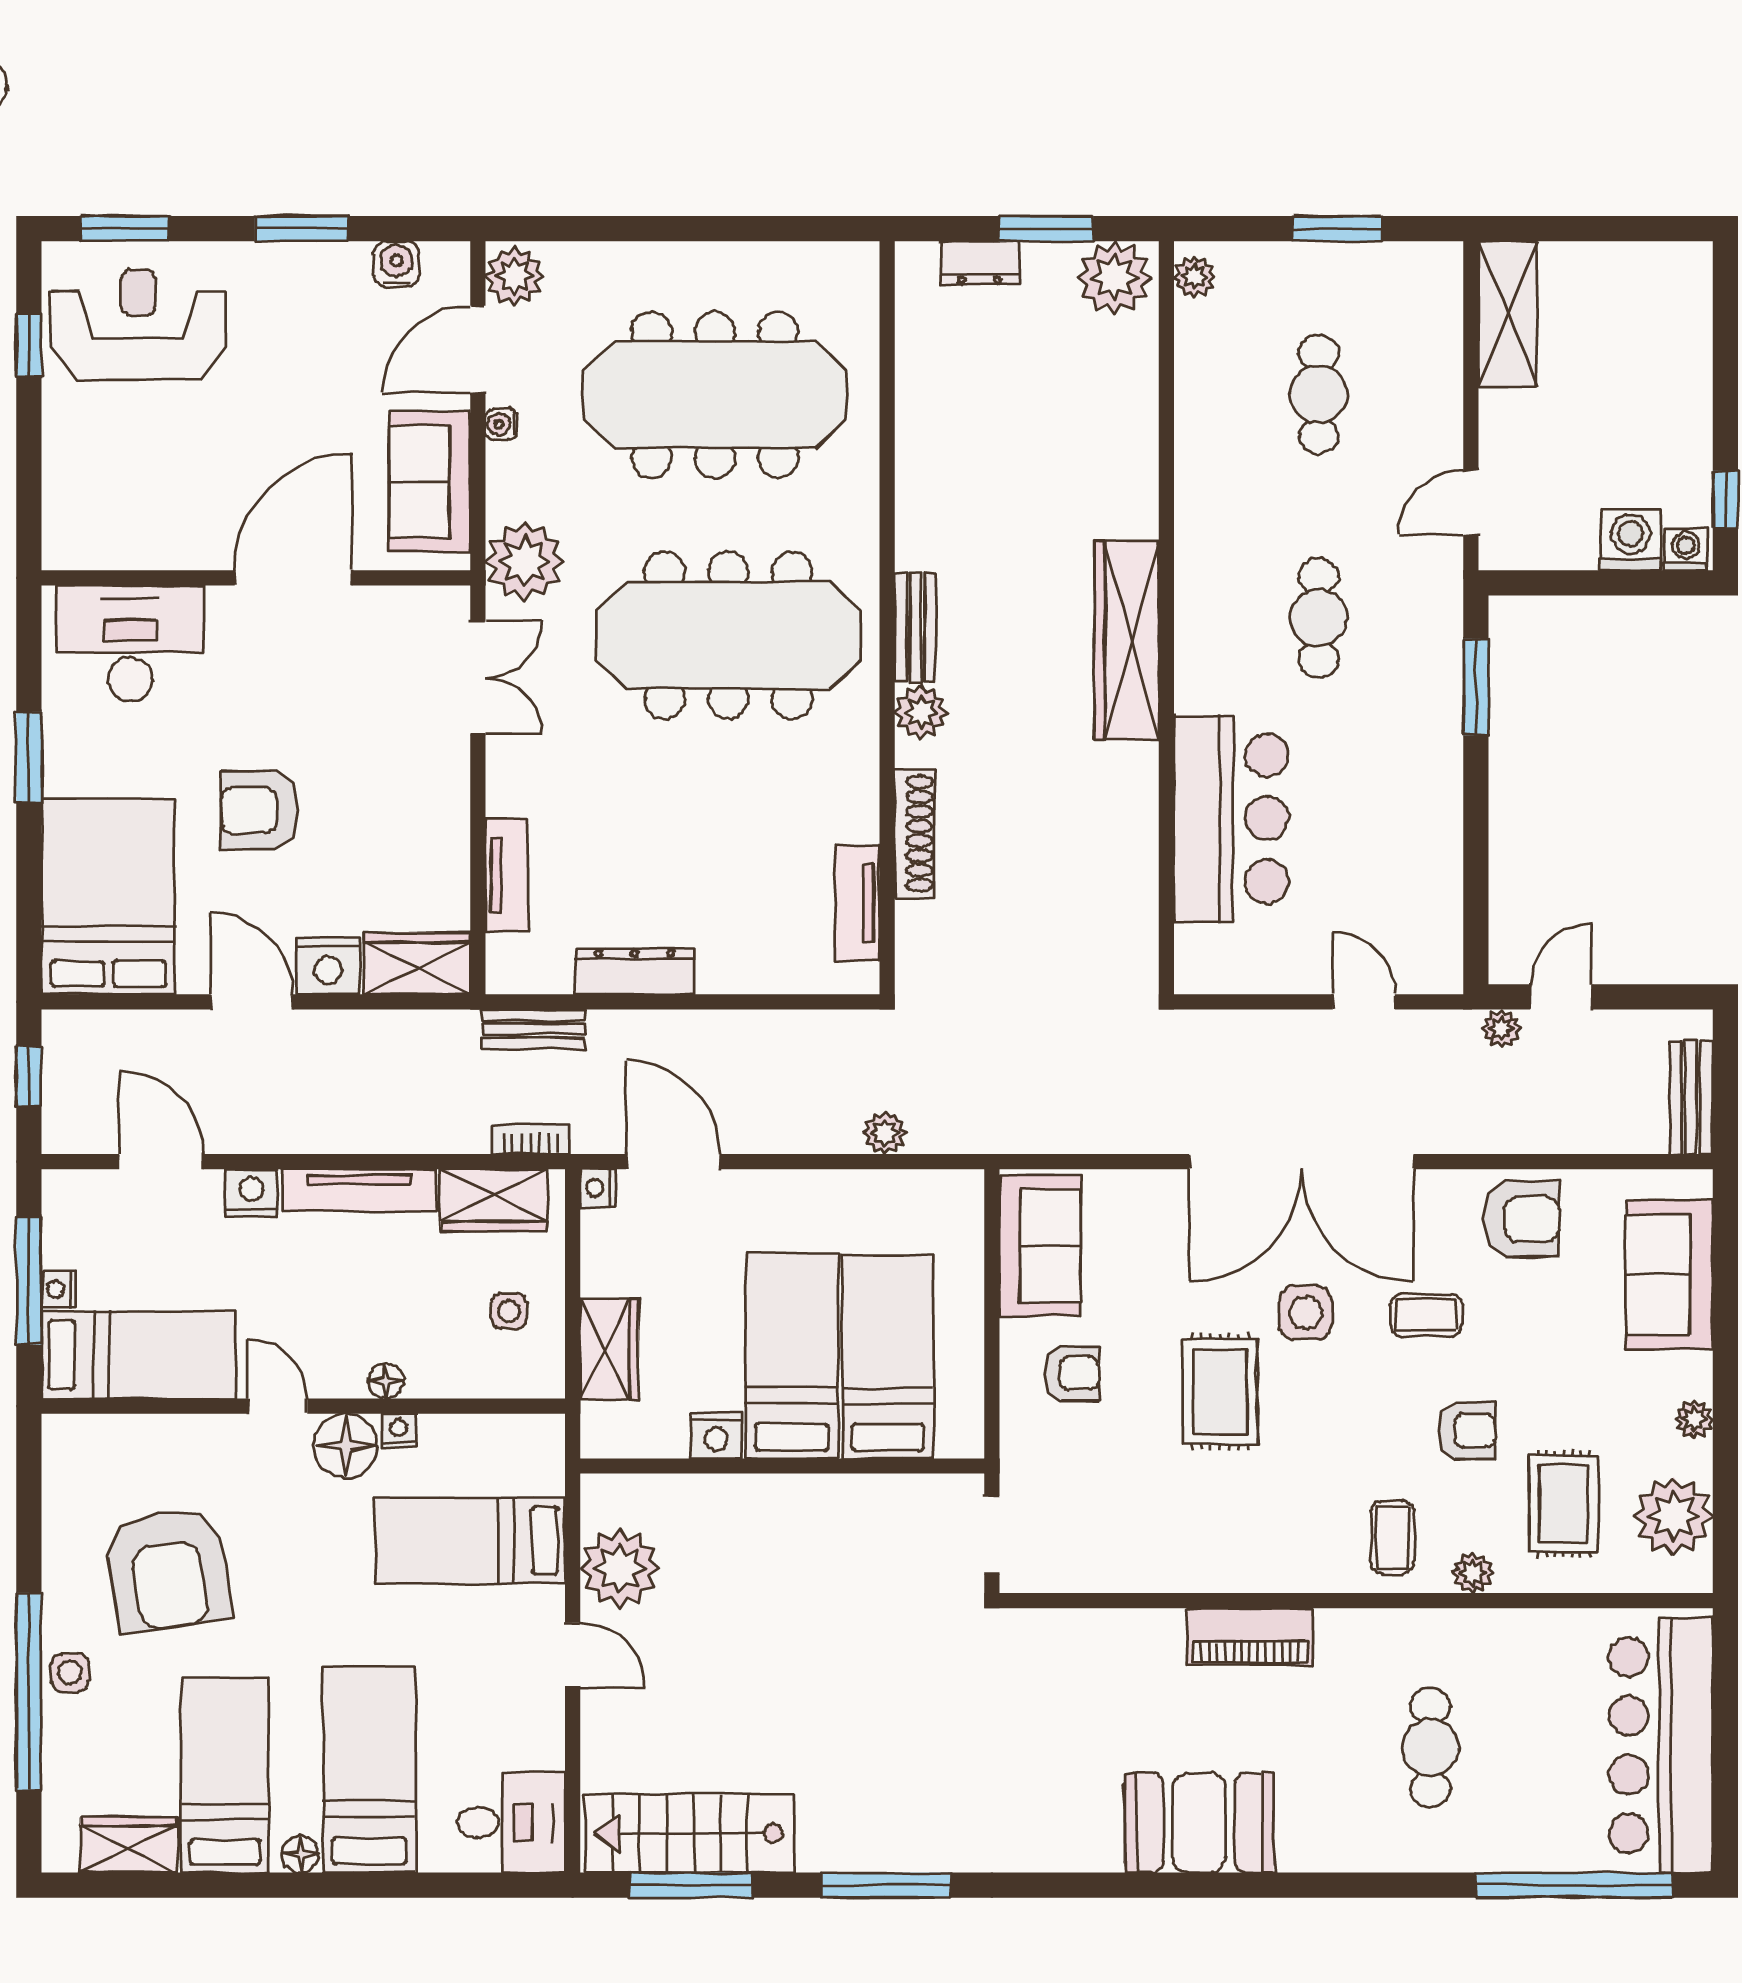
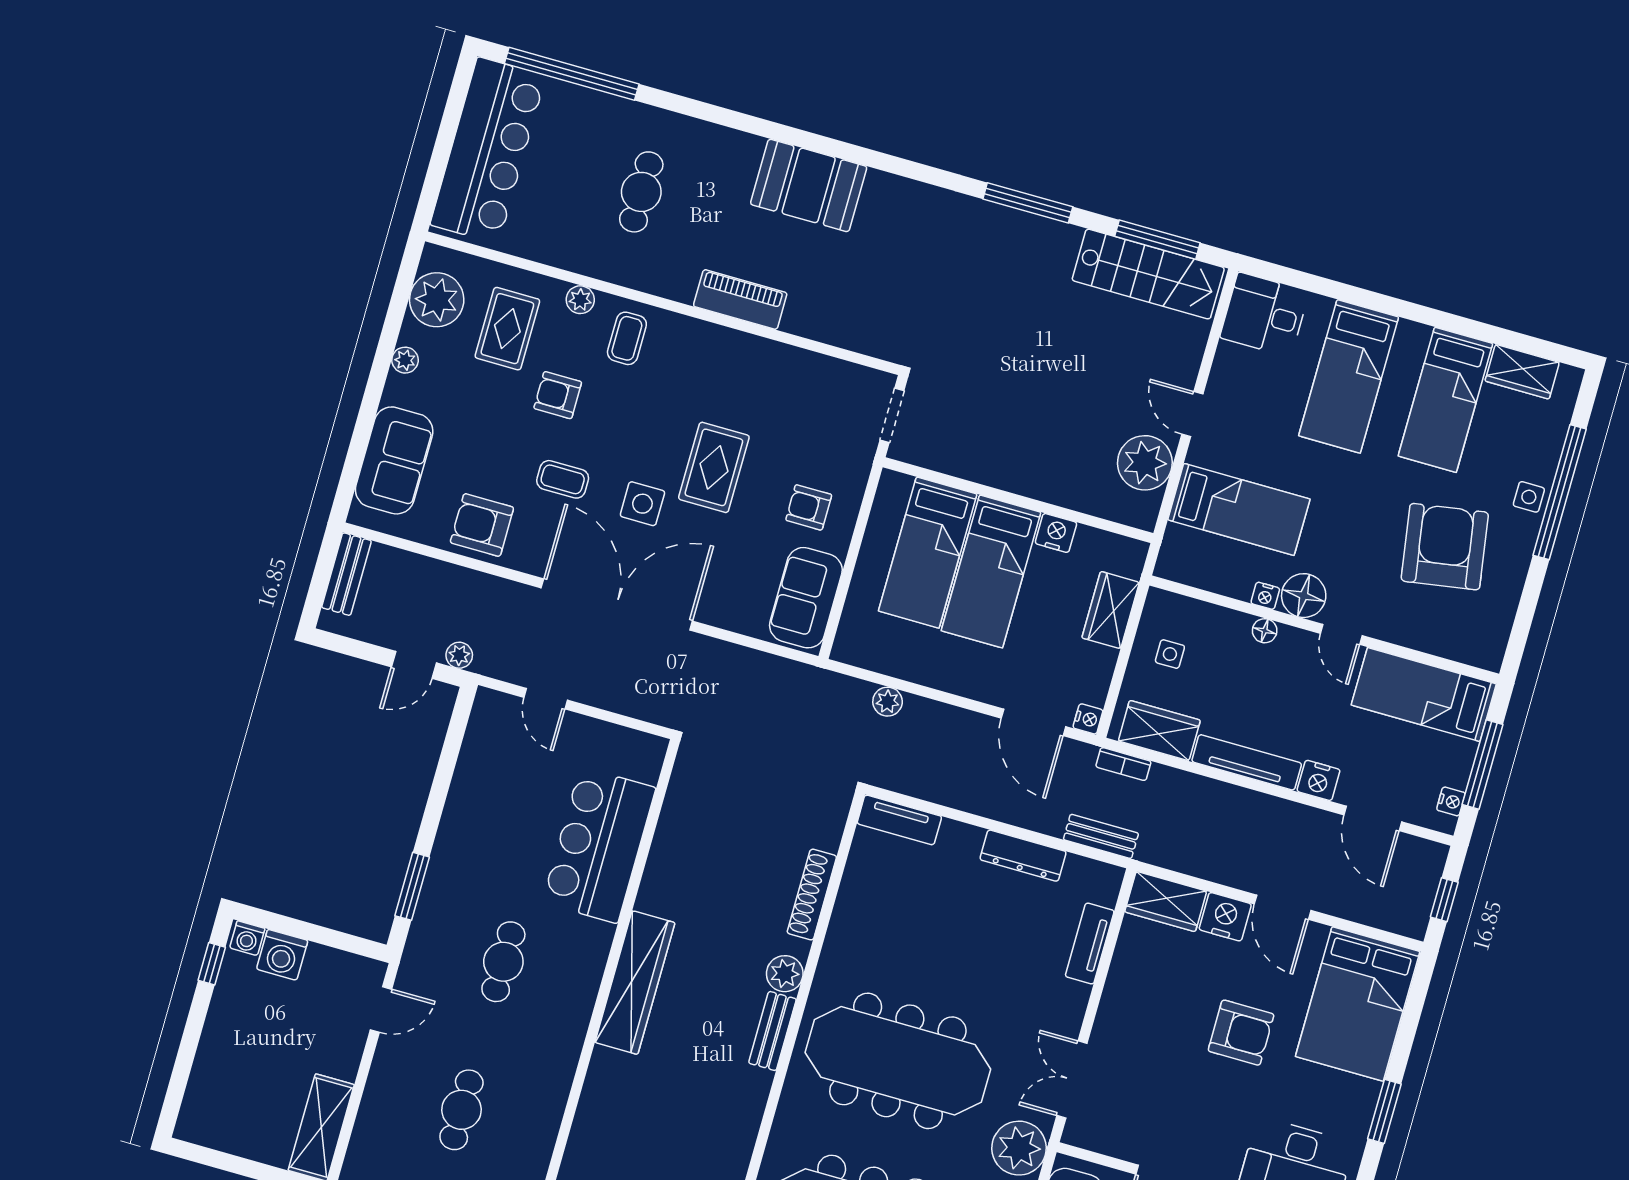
tv unit: (857, 903) -> (899, 820), moved, turned 90
nightstand: (58, 1289) -> (1451, 801), moved
floor lamp: (300, 1854) -> (1410, 333), removed

